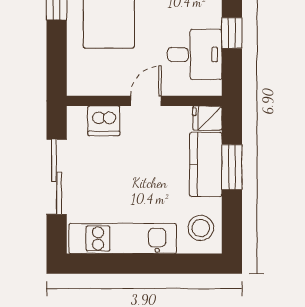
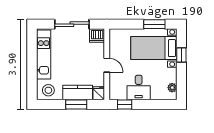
window: (232, 33) -> (125, 105), moved
desk: (195, 55) -> (139, 87), moved
dishwasher: (104, 121) -> (97, 36), moved, turned -90

